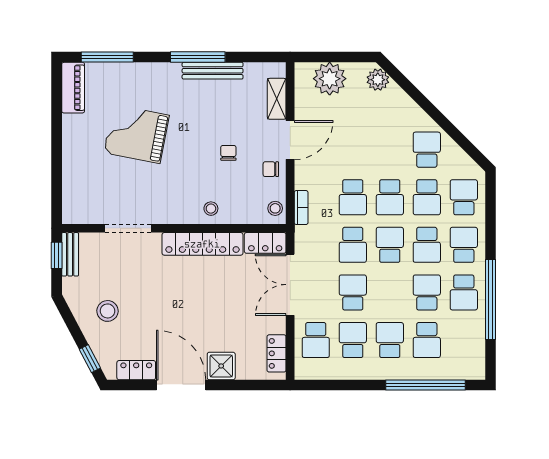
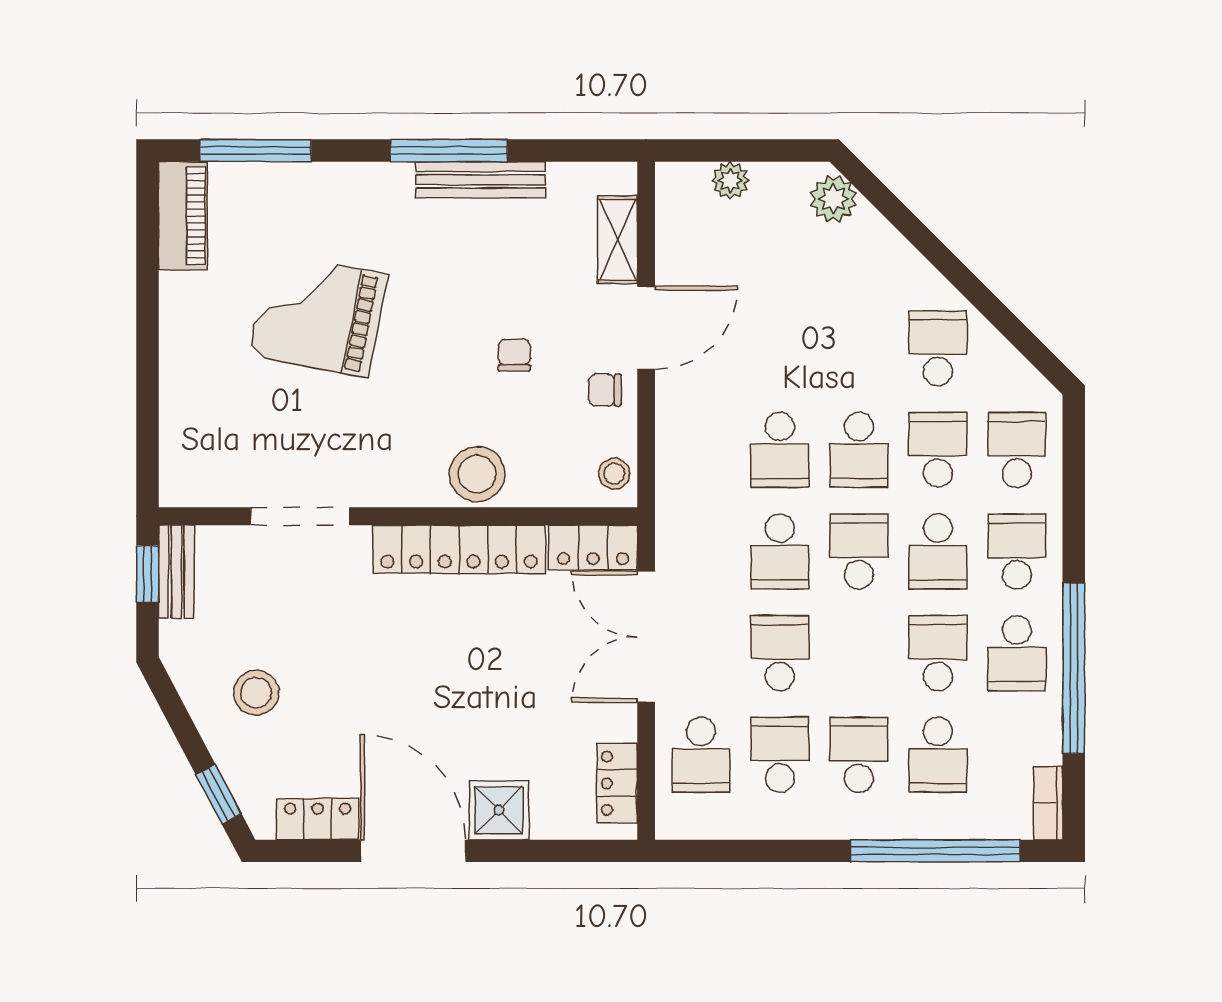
plant: (330, 79) -> (730, 180), width x0.53, depth x0.53
school desk: (427, 197) -> (938, 450), turned 180
bookcase: (301, 208) -> (1048, 803), moved, turned 180
stool: (211, 209) -> (477, 474), width x1.89, depth x1.89

